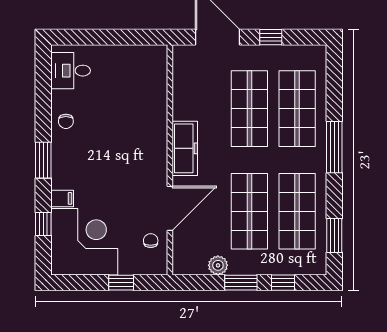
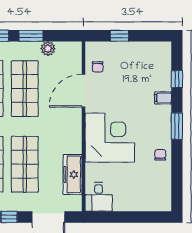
desk: (71, 71) -> (99, 197), moved, turned 90
freezer: (185, 148) -> (72, 174), moved
corner desk: (84, 242) -> (110, 138), moved, turned 180

